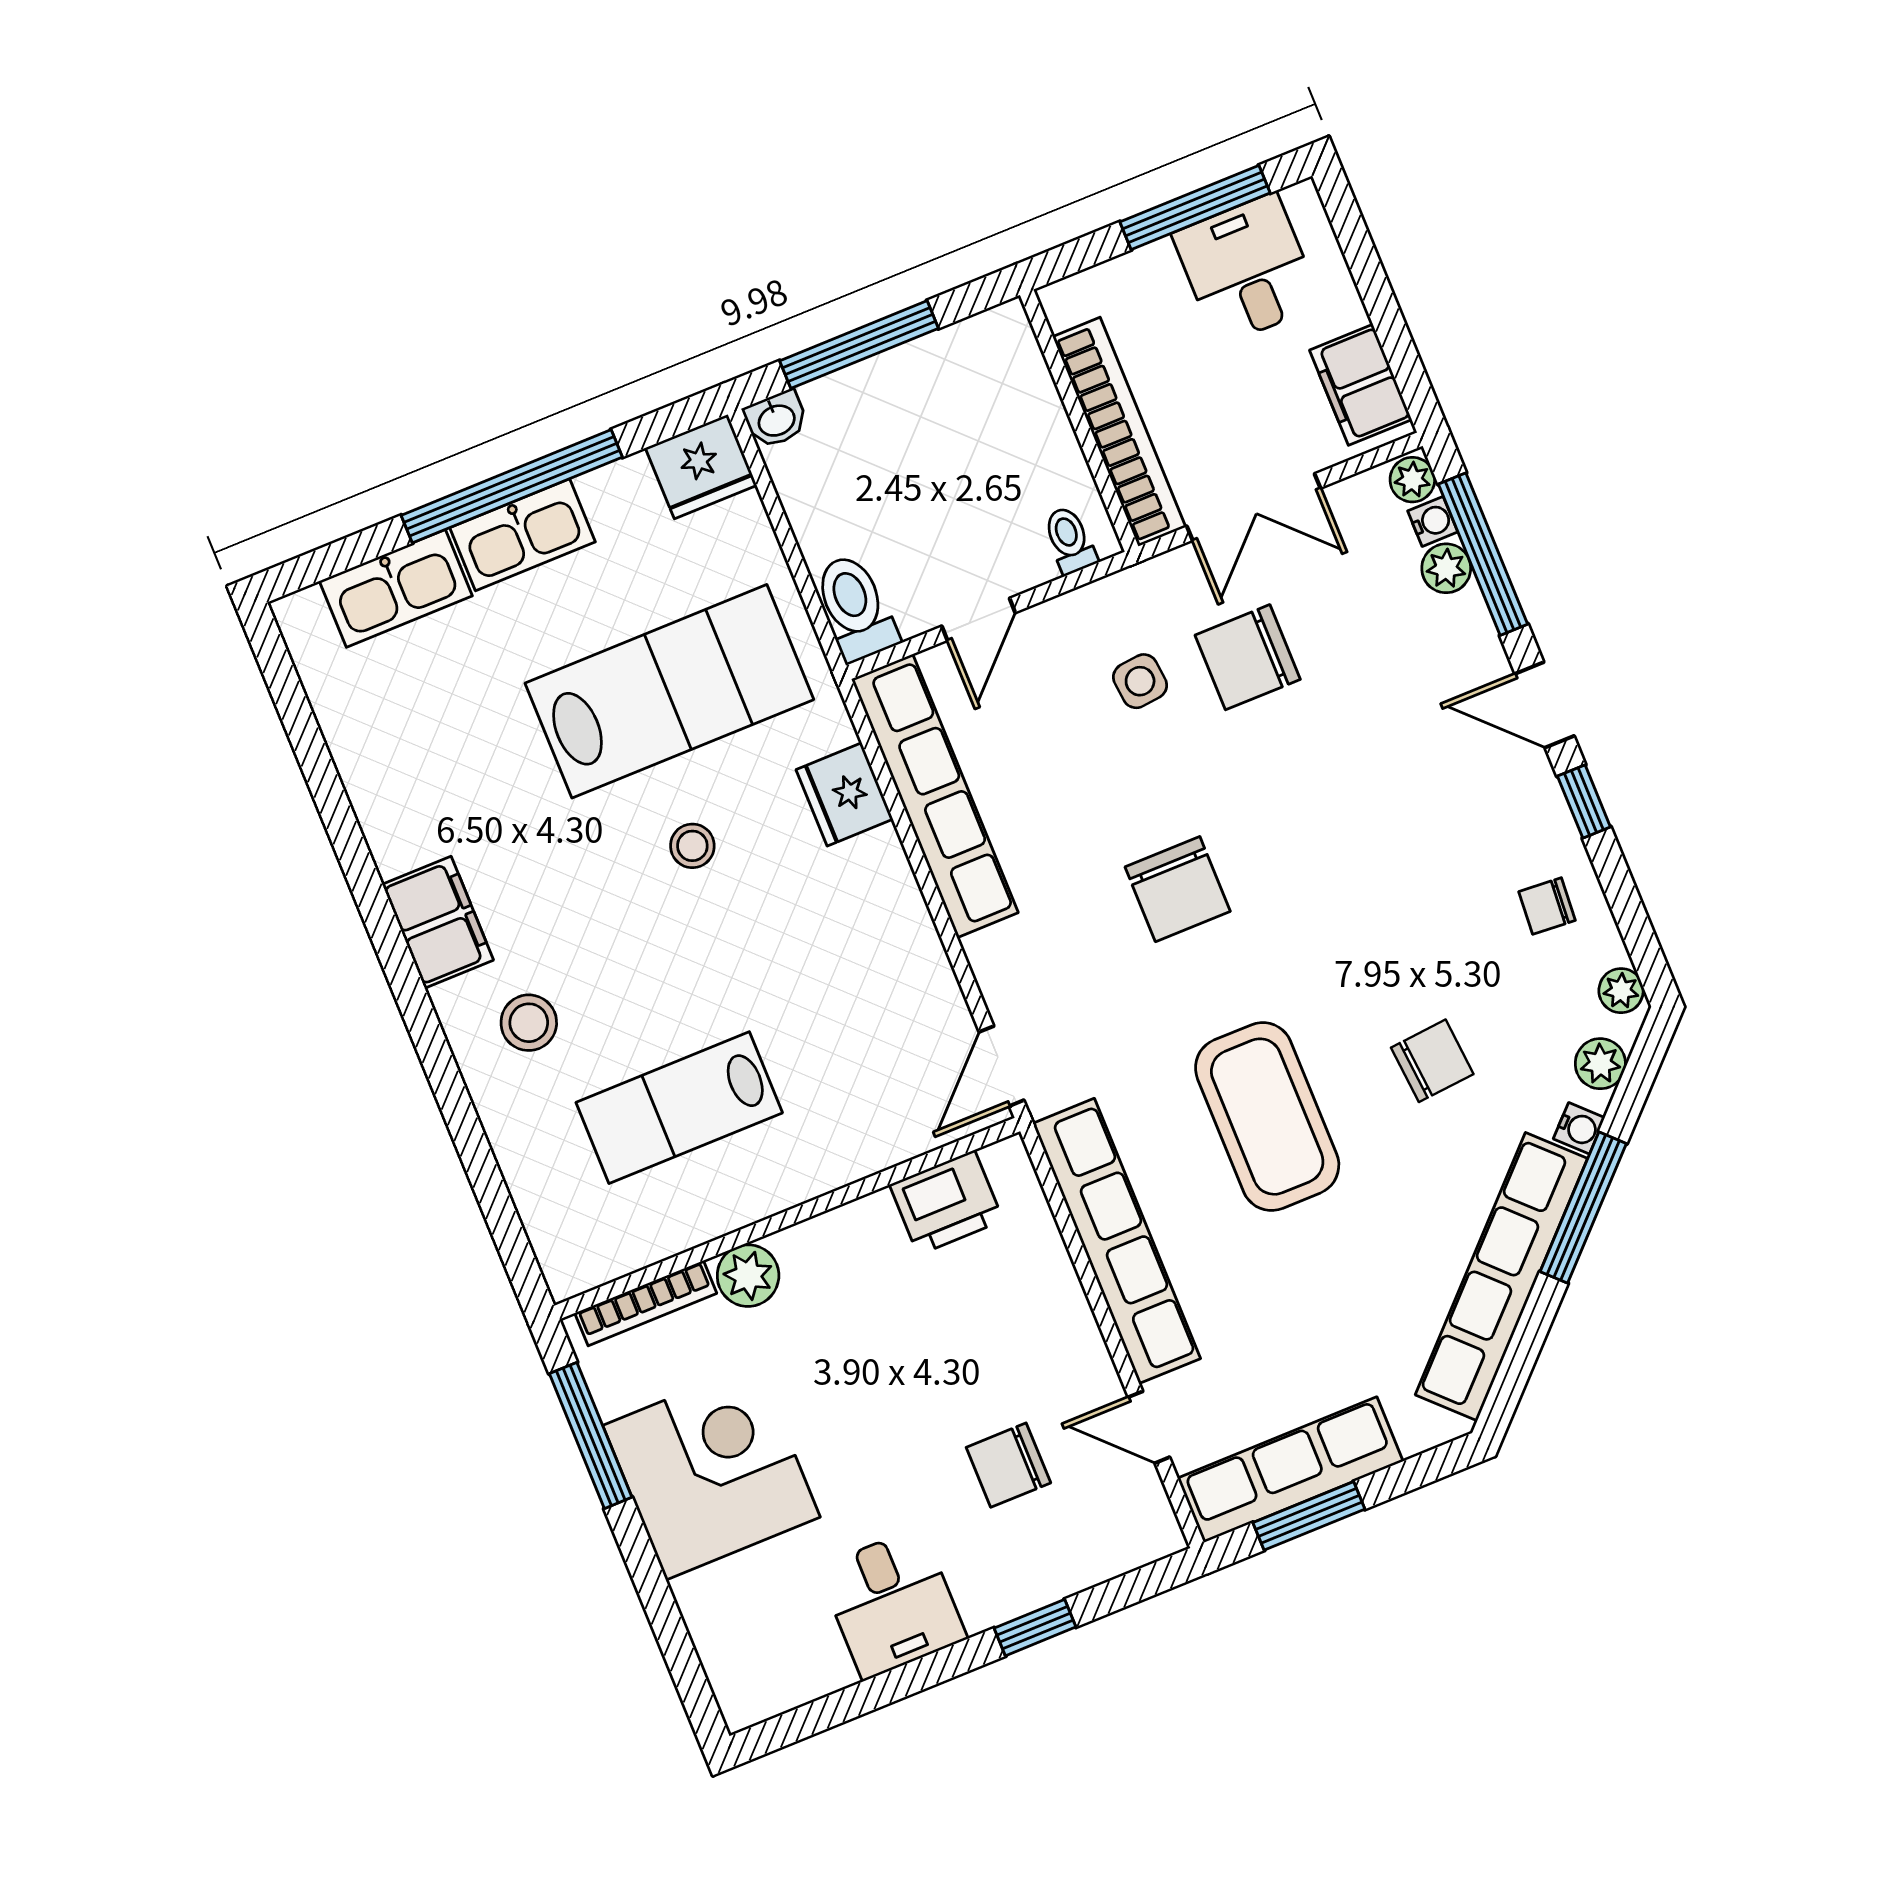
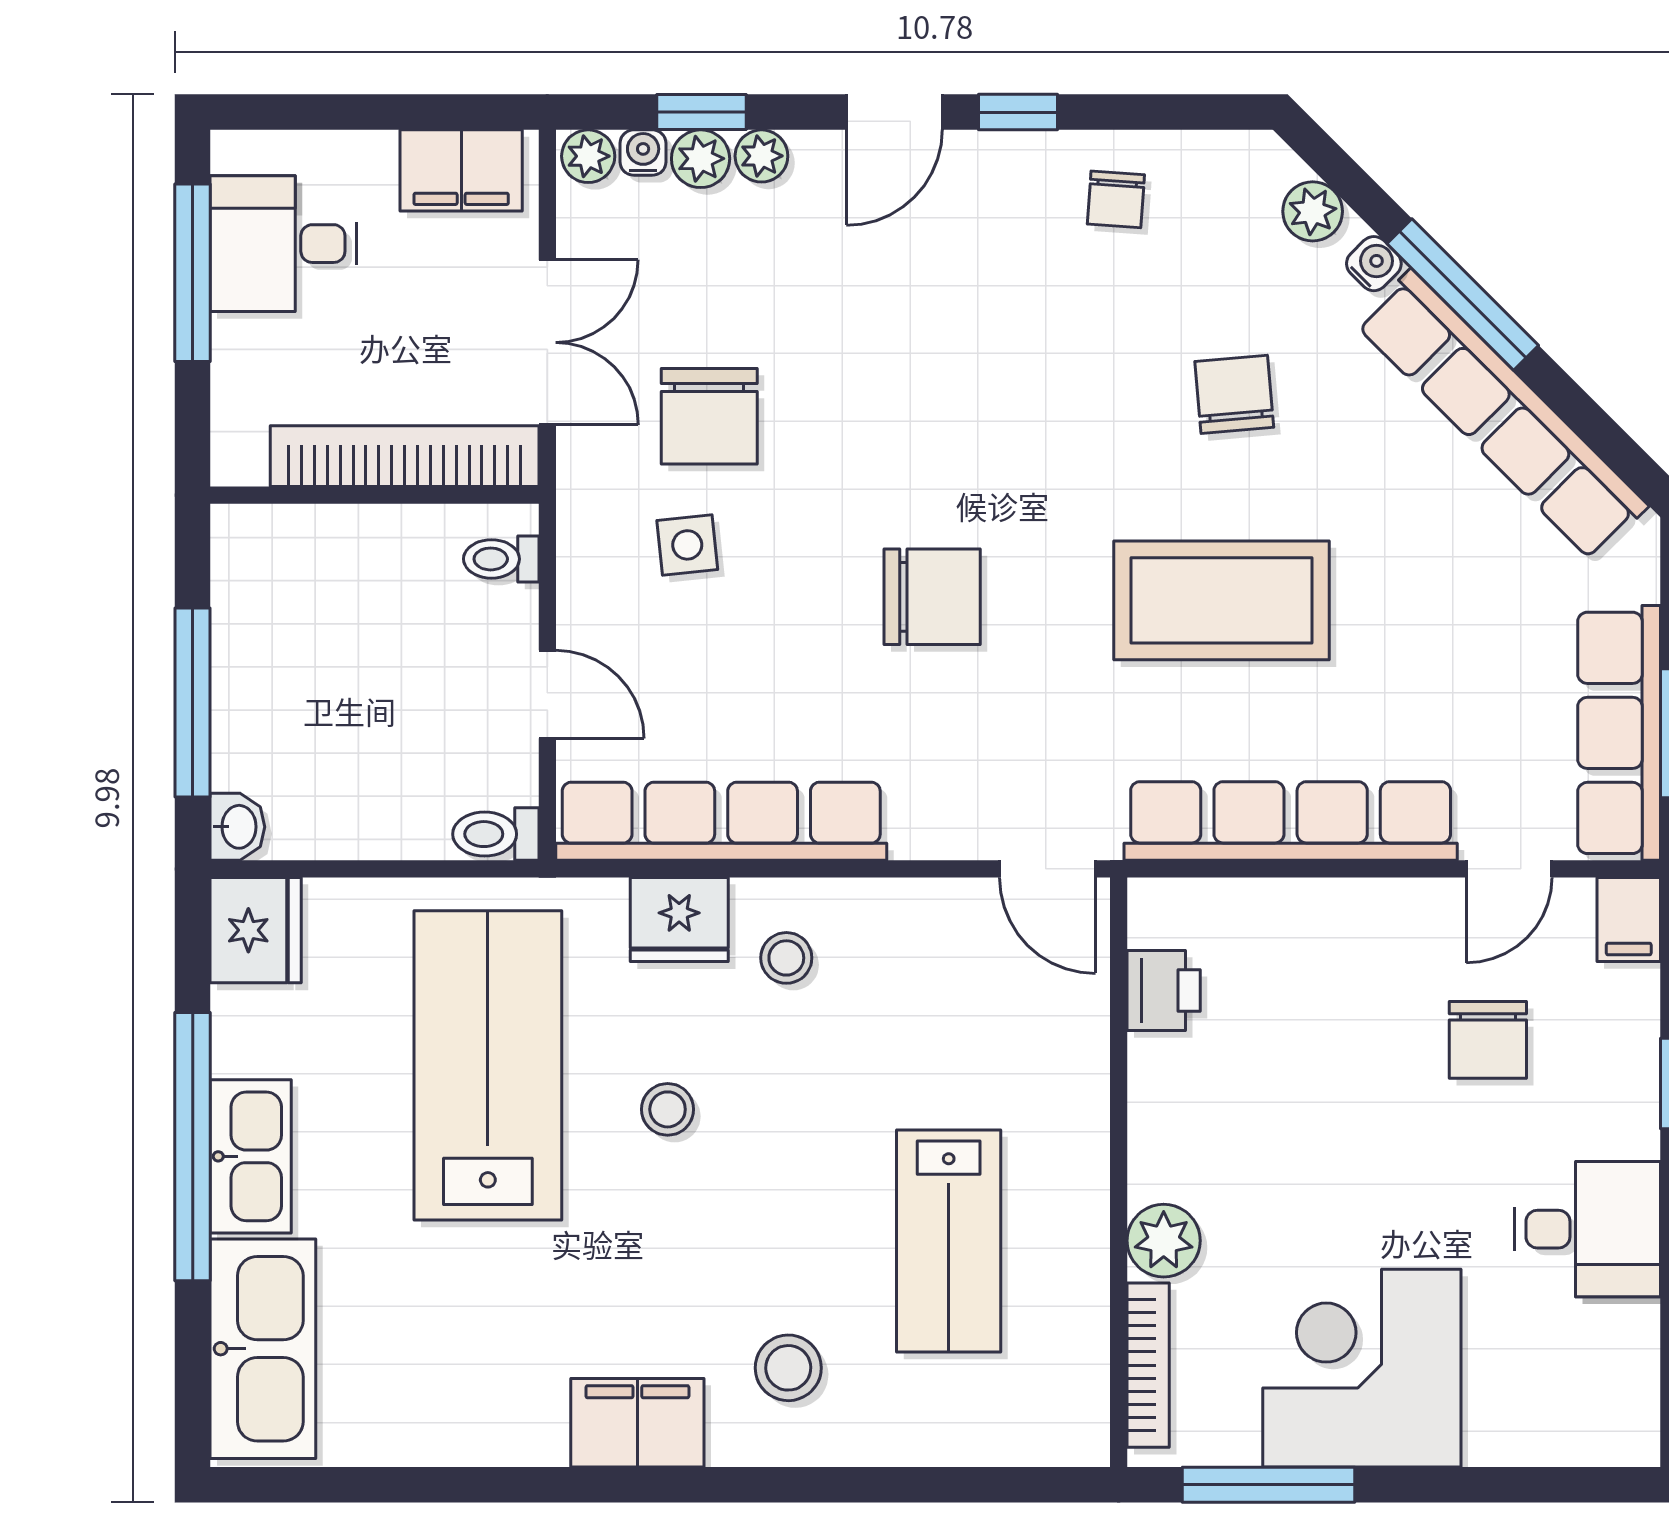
window: (1483, 554) -> (701, 112), width x0.46
kitchen sink: (396, 588) -> (263, 1349), width x1.36, depth x1.24
toilet: (855, 608) -> (496, 834), width x0.73, depth x0.72
stool: (849, 890) -> (786, 958), added
plant: (1621, 991) -> (761, 156), moved
printer: (946, 1203) -> (1164, 991), width x0.73, depth x0.81
filing cabinet: (1148, 1537) -> (1629, 919), added

